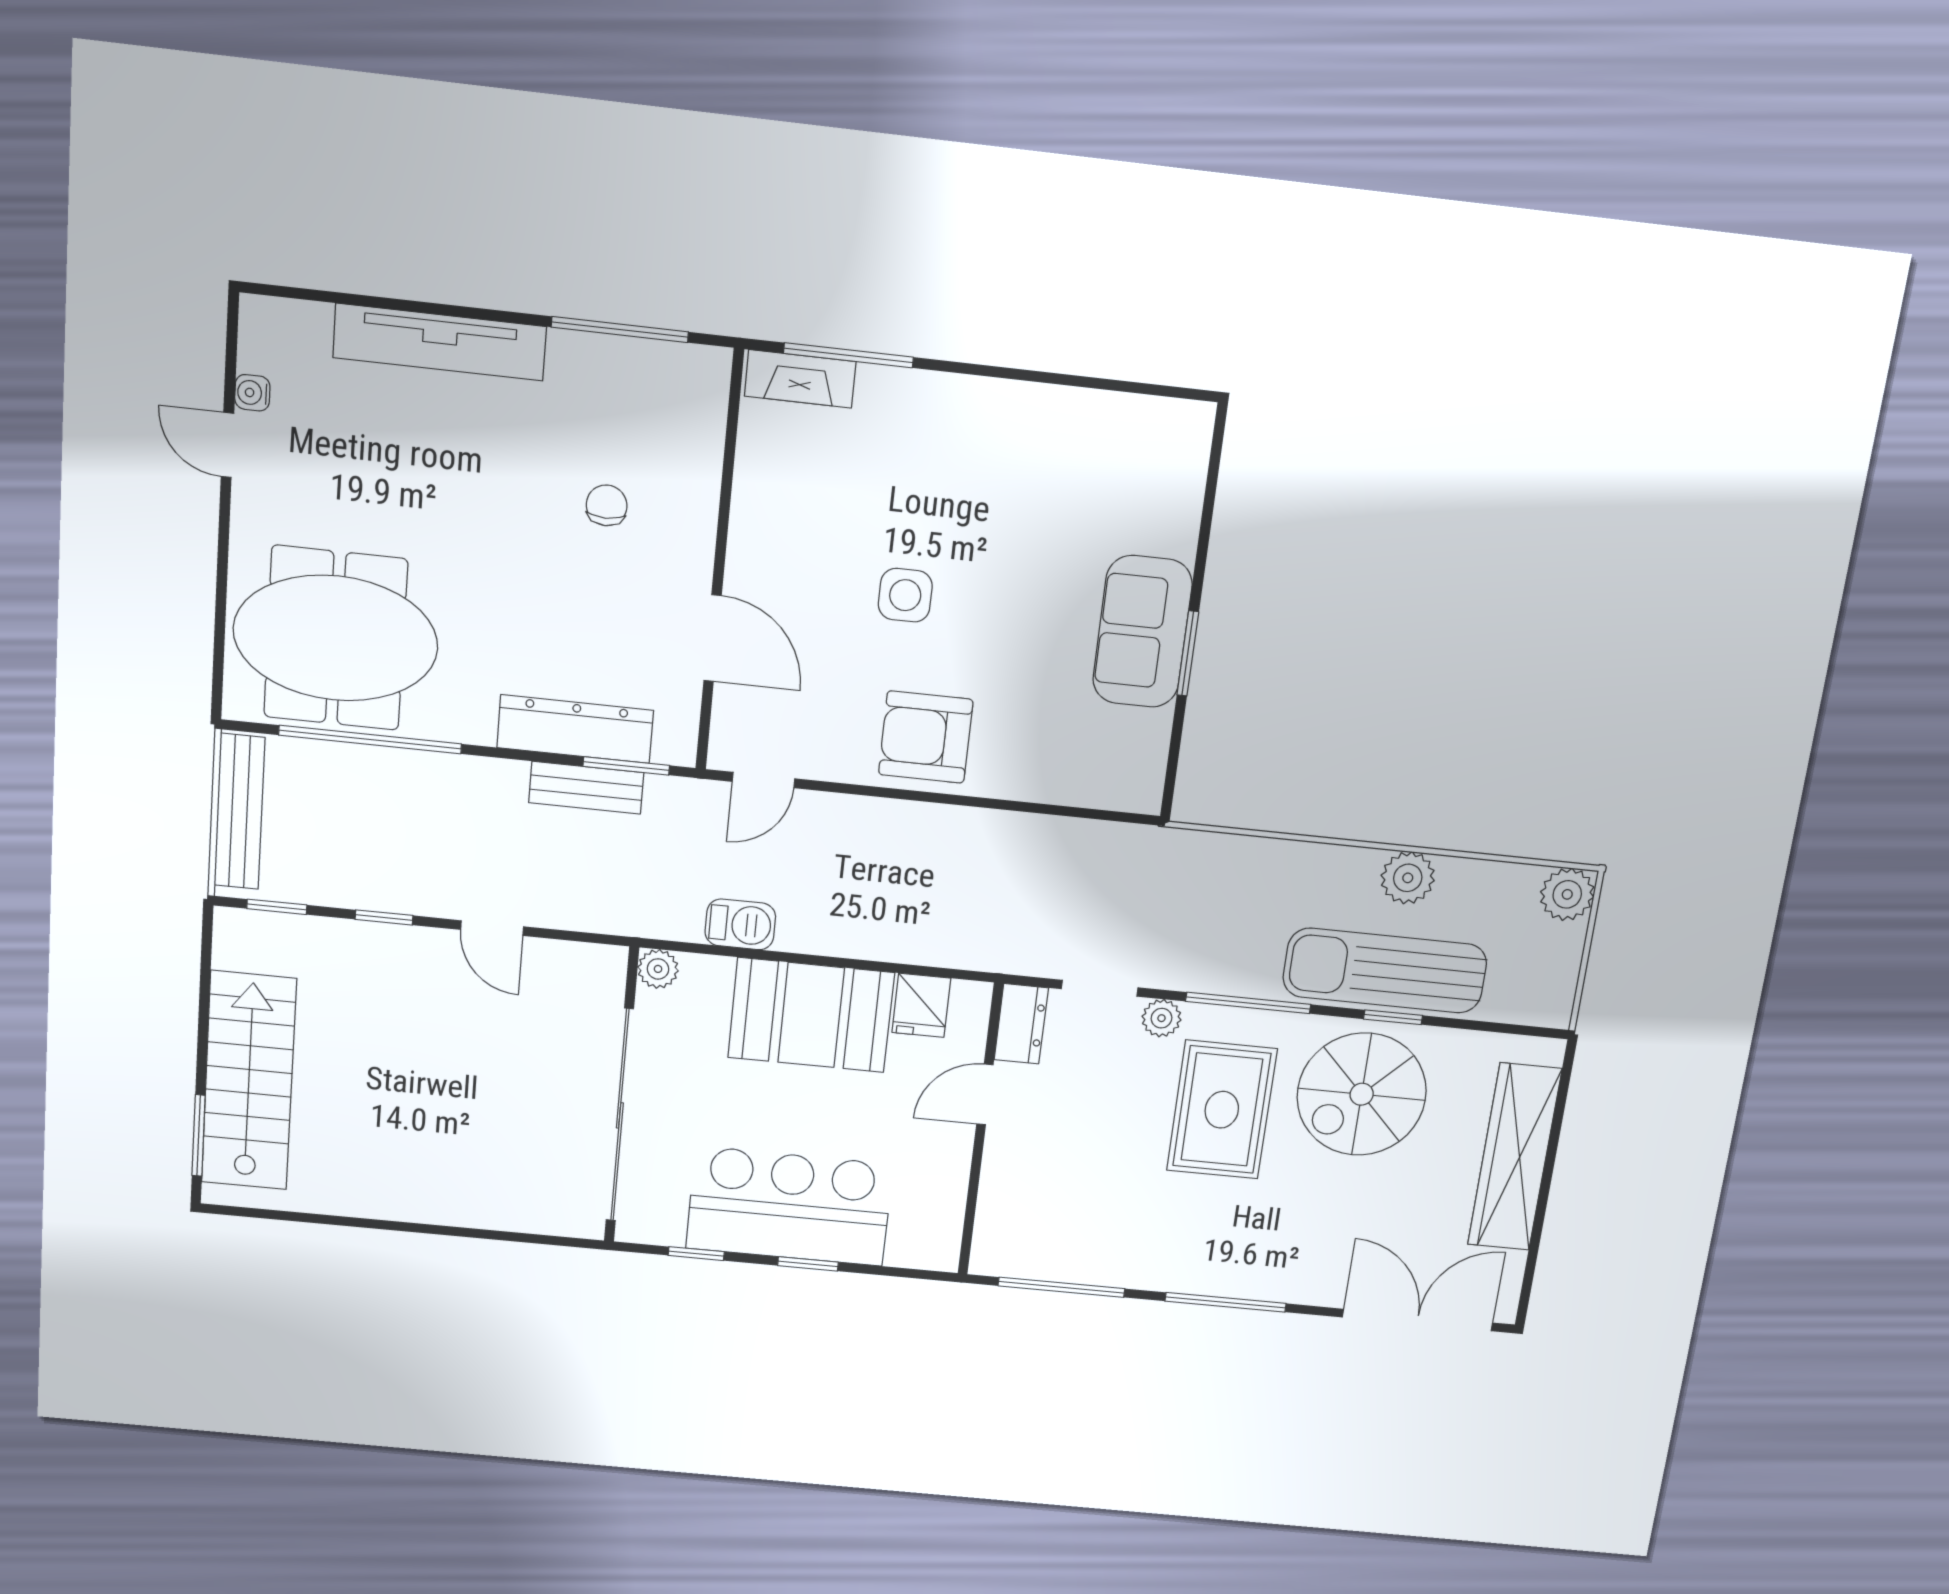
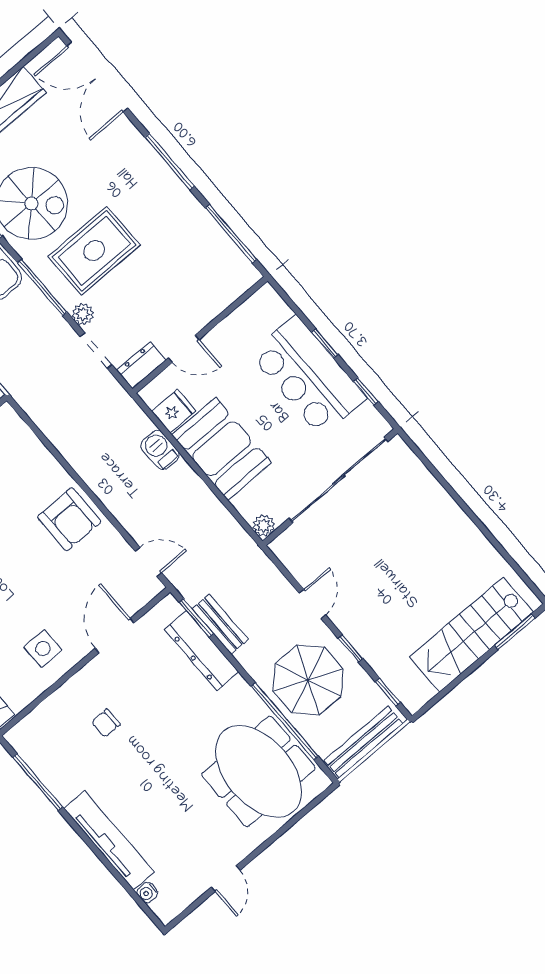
water cooler: (252, 393) -> (147, 893), moved, turned 90
side table: (905, 595) -> (43, 649), moved
parasol: (396, 824) -> (308, 680), added
barbecue: (740, 924) -> (160, 450), moved

